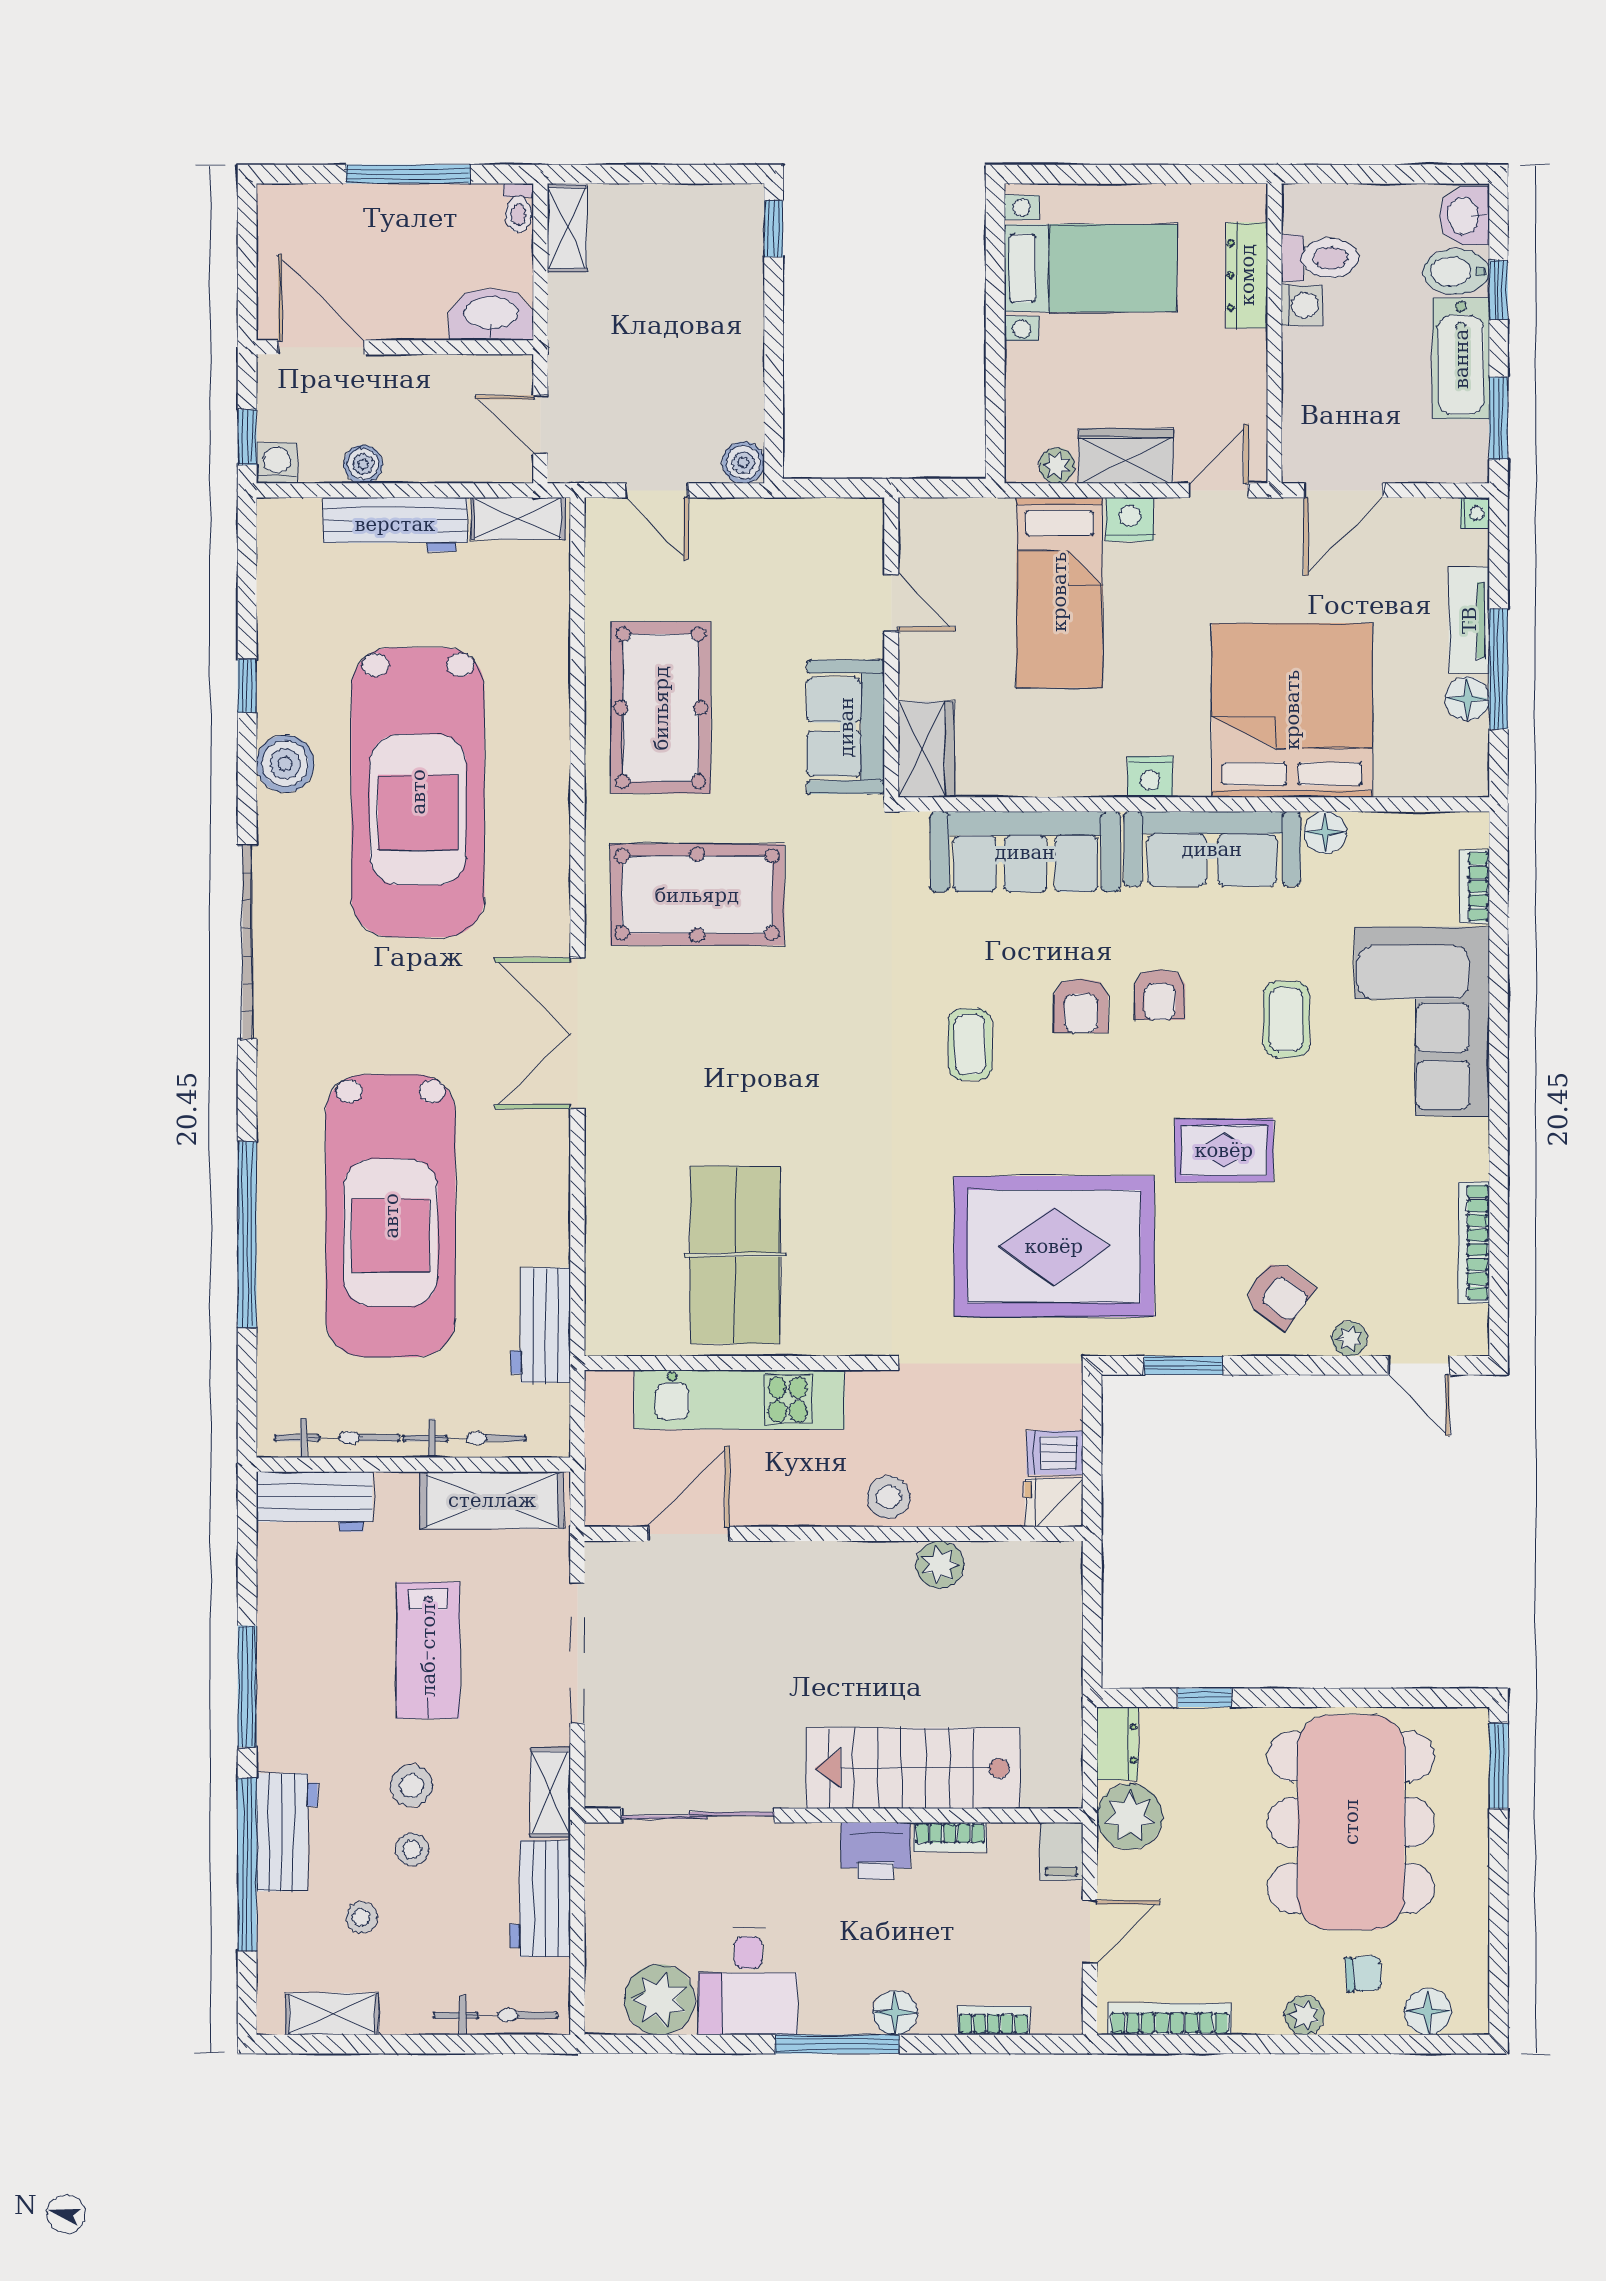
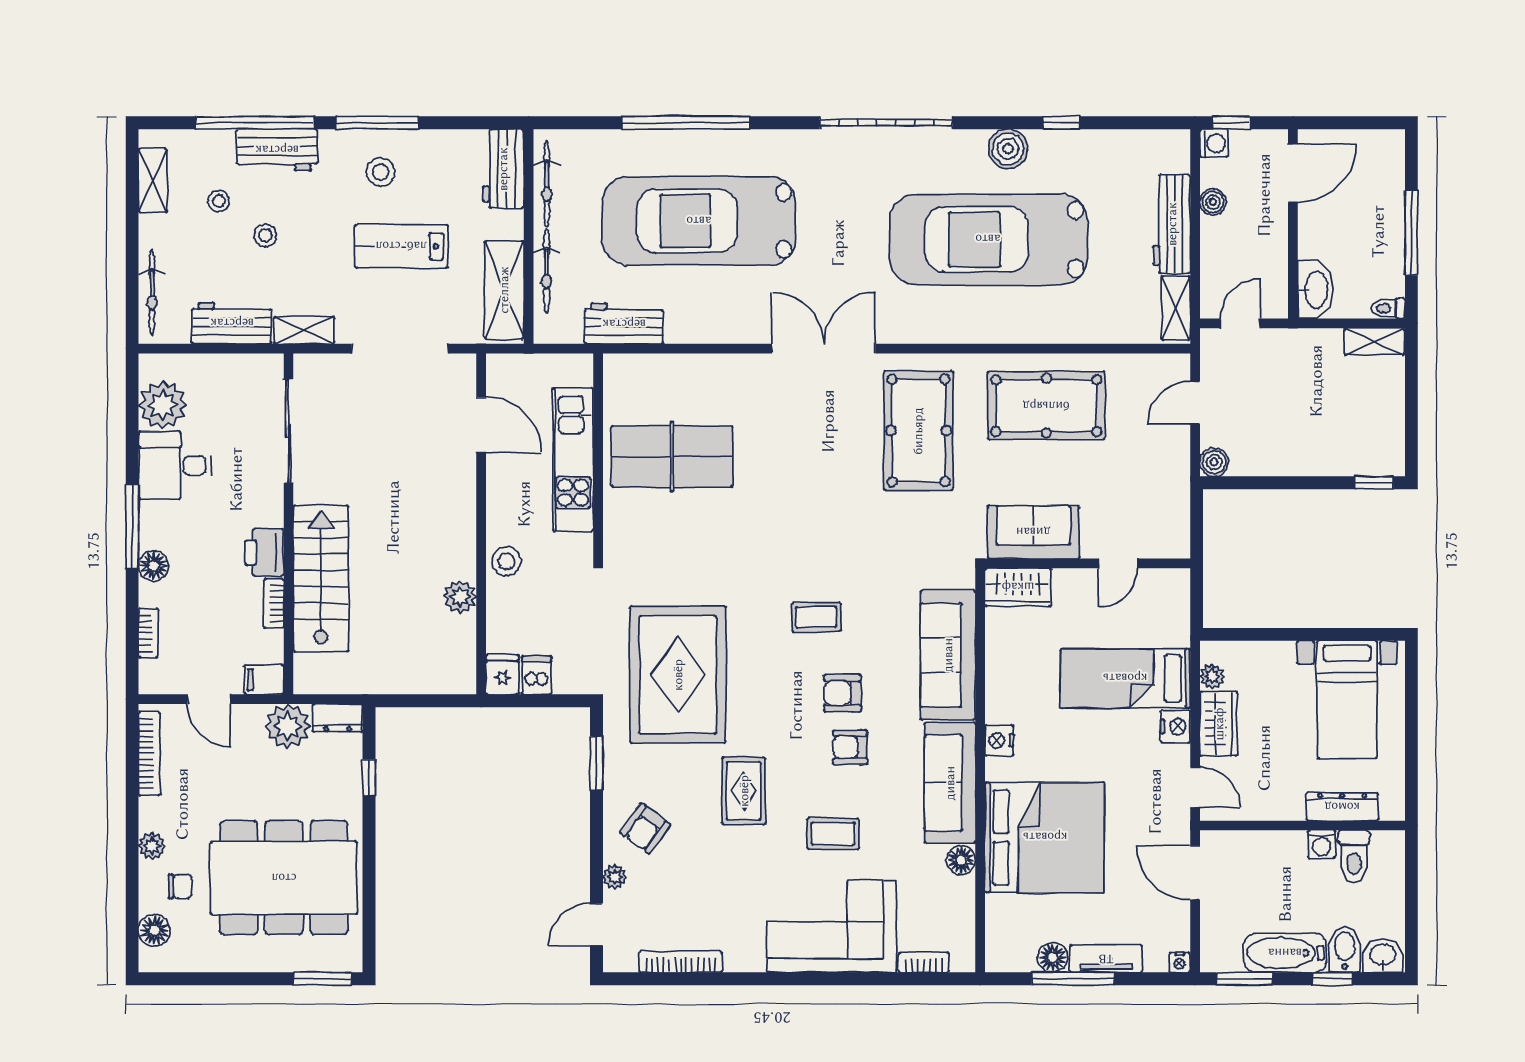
stool: (412, 1786) -> (381, 172), moved
chair: (1363, 1974) -> (180, 886), turned -86

